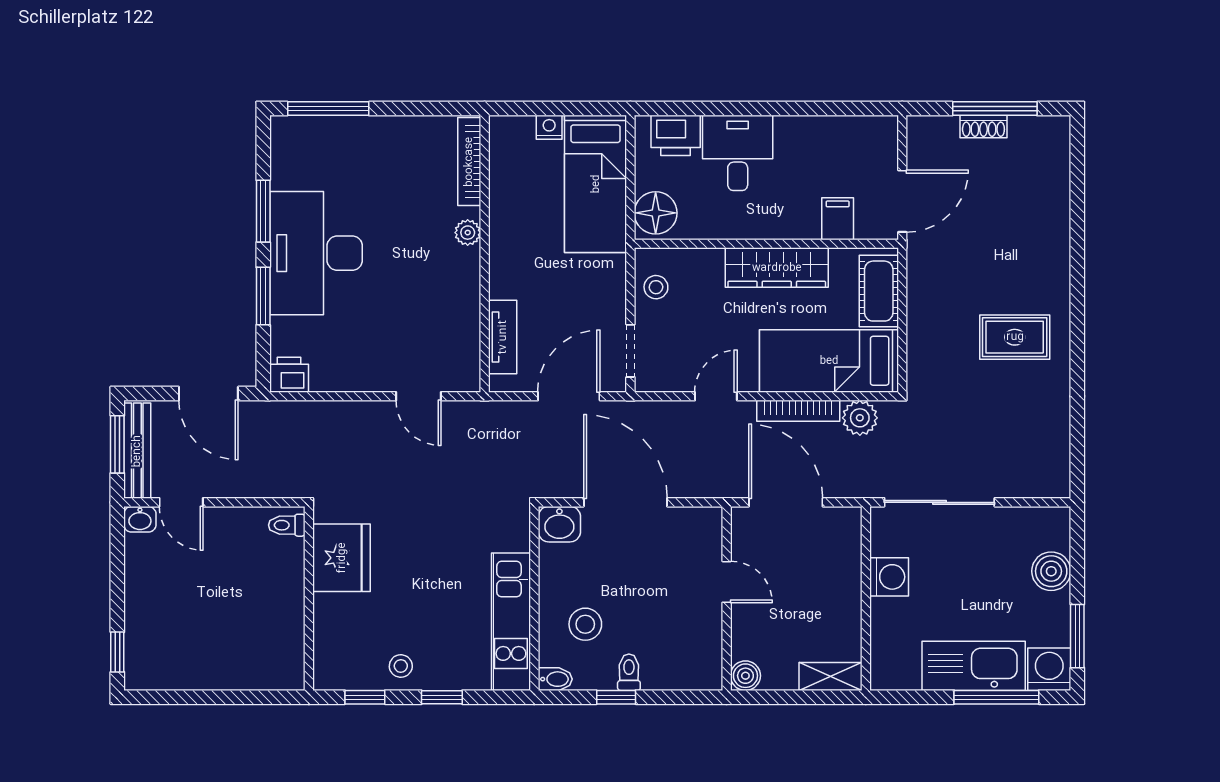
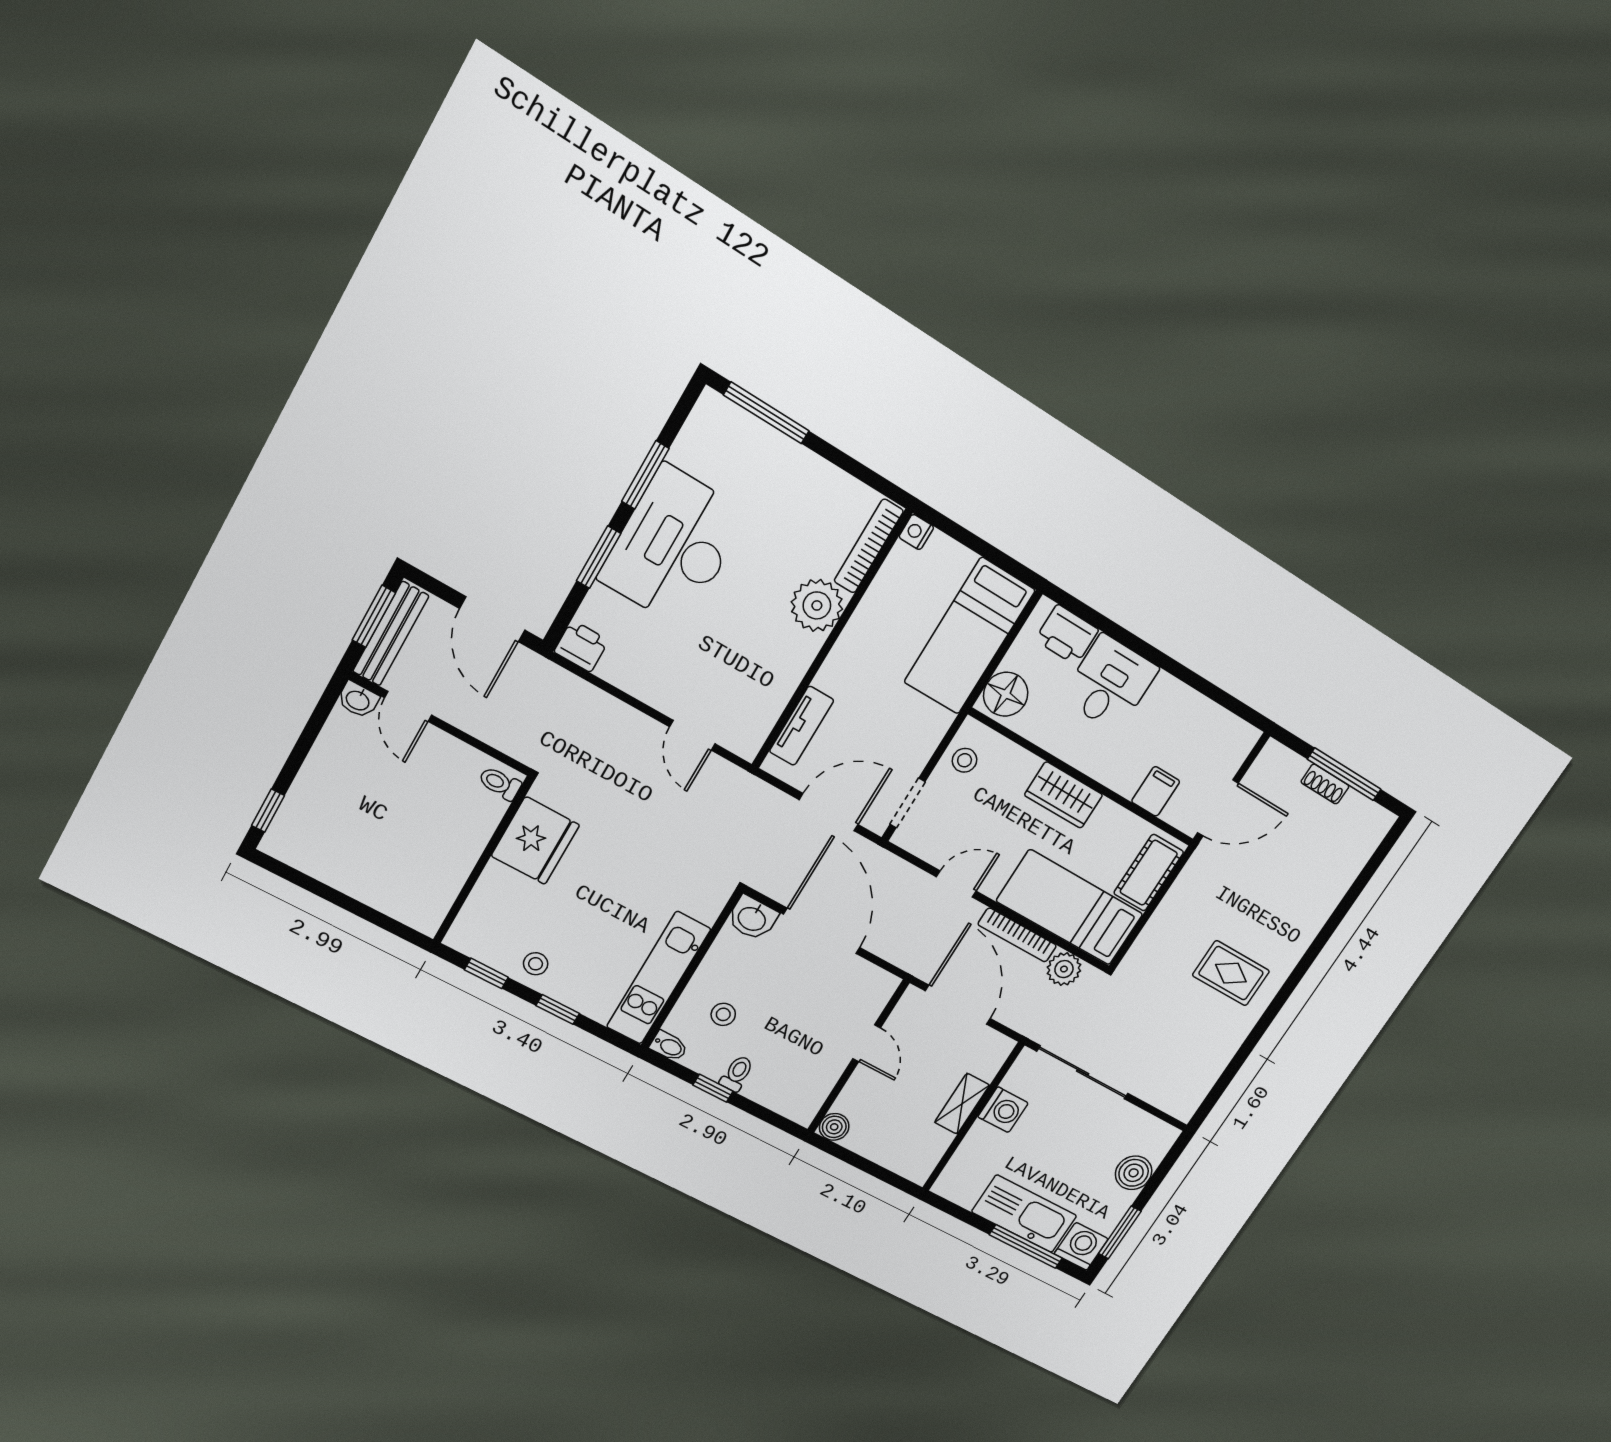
nightstand: (549, 127) -> (916, 532), moved, turned -90
plant: (468, 233) -> (817, 605), width x1.87, depth x1.87
wardrobe: (777, 268) -> (1064, 795), width x0.67
stool: (585, 624) -> (723, 1014), width x0.73, depth x0.73
shelving: (830, 676) -> (962, 1104), moved, turned 90

